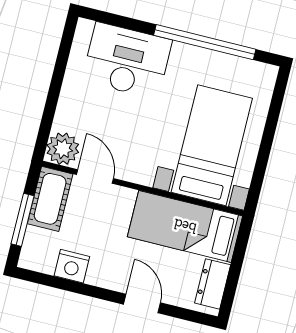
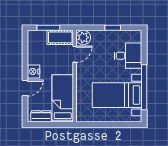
desk: (127, 61) -> (128, 56), width x0.73
window: (57, 79) -> (113, 28), added
bed with nightstands: (212, 145) -> (117, 95), moved, turned 180
nightstand: (72, 266) -> (34, 71), moved

